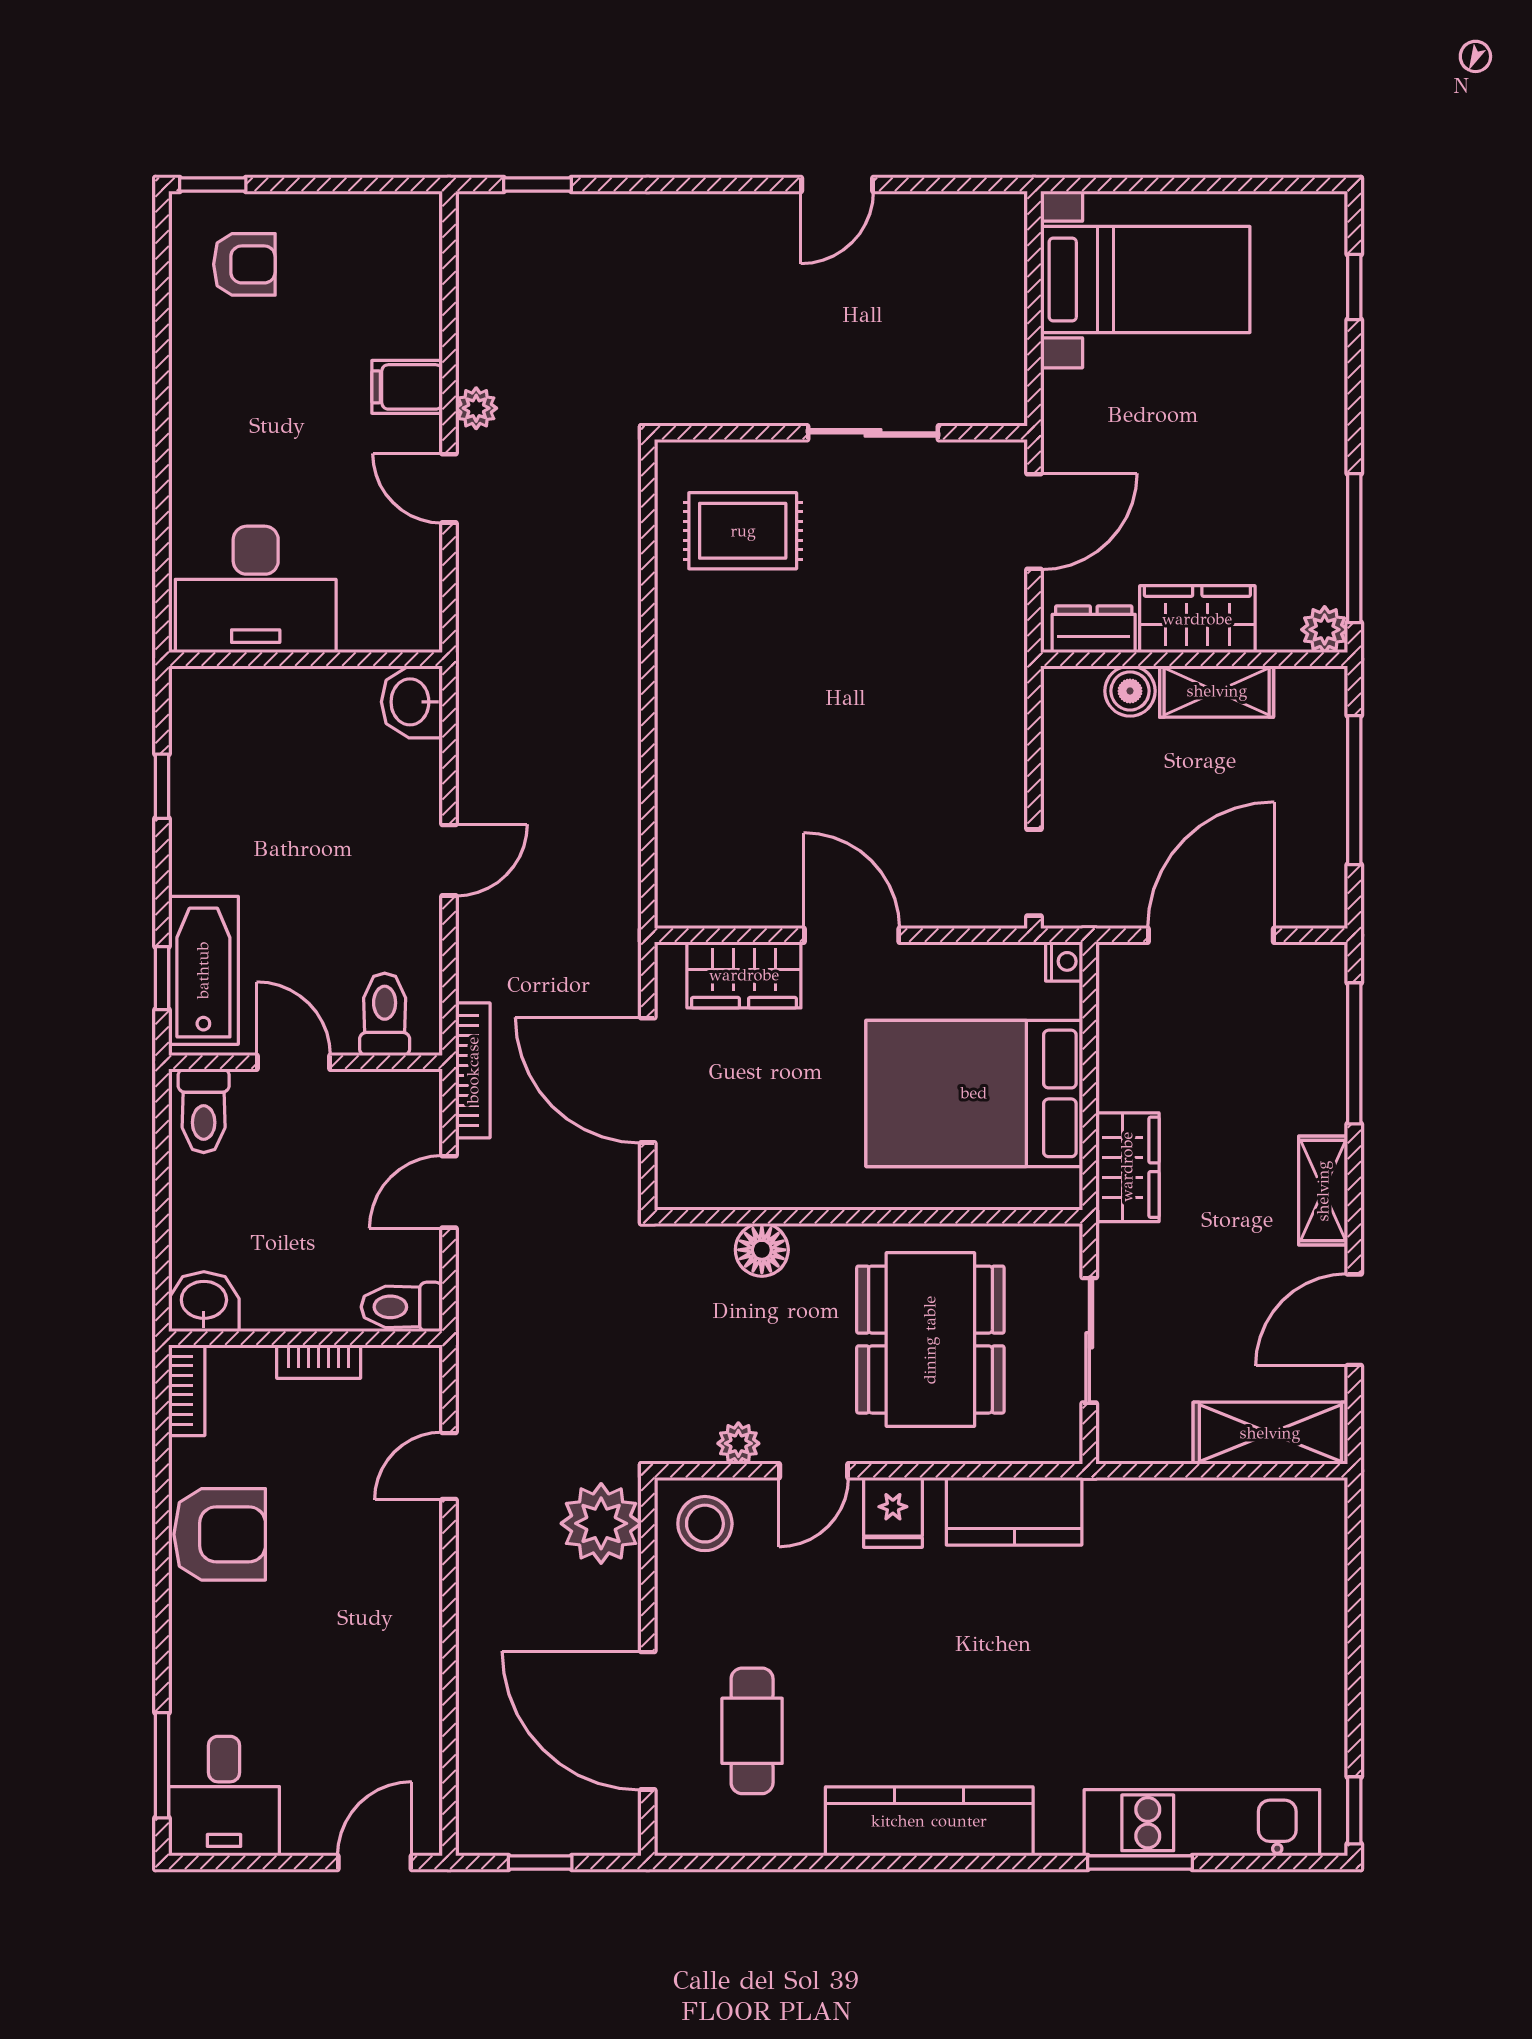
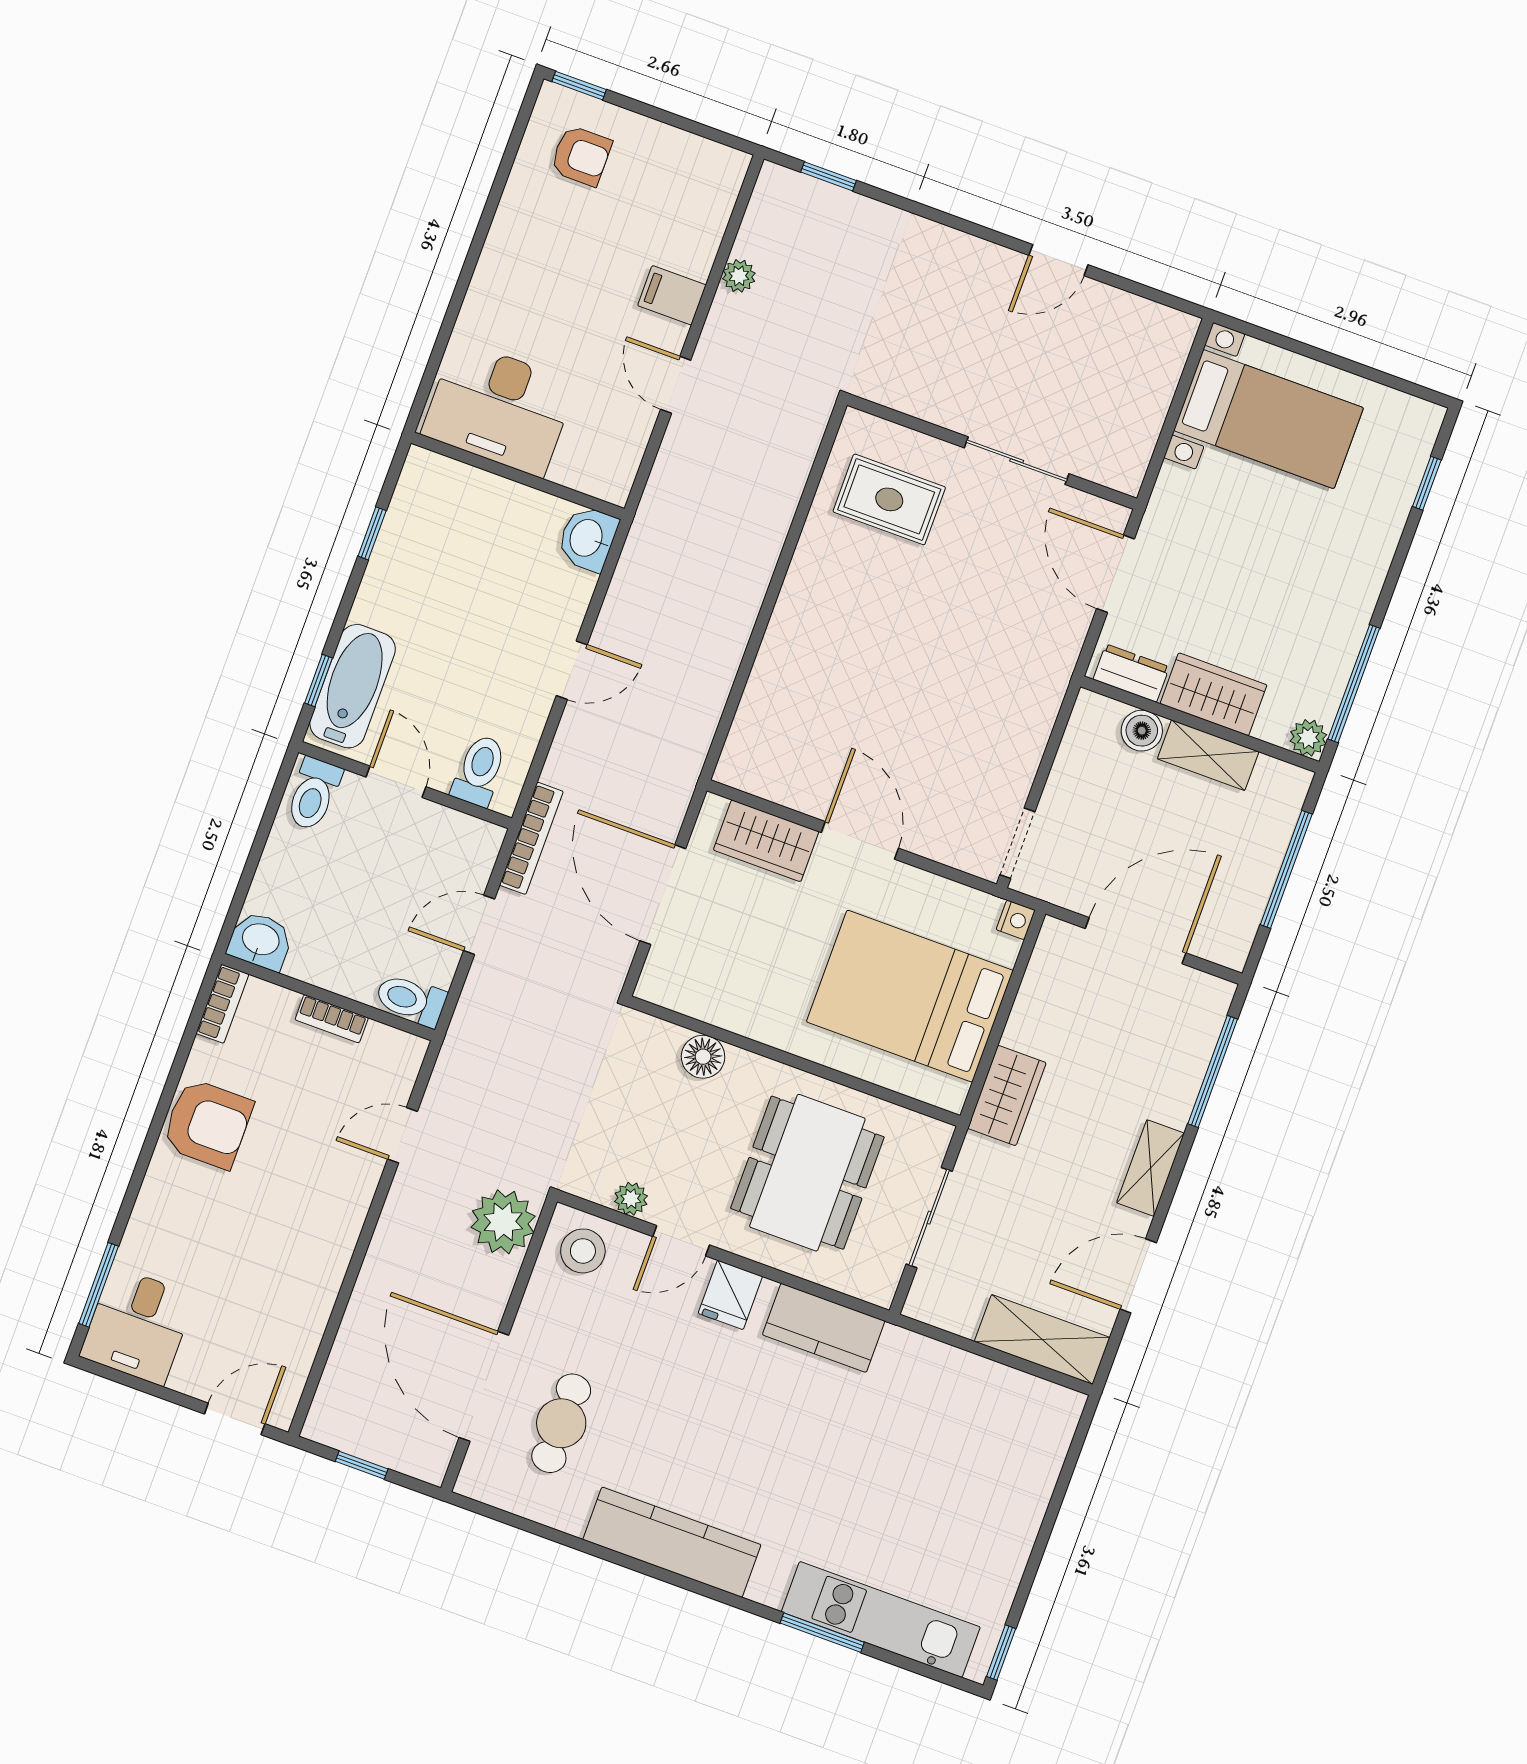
plant: (476, 408) -> (739, 276), moved
door: (1034, 522) -> (1116, 574), swing flipped

